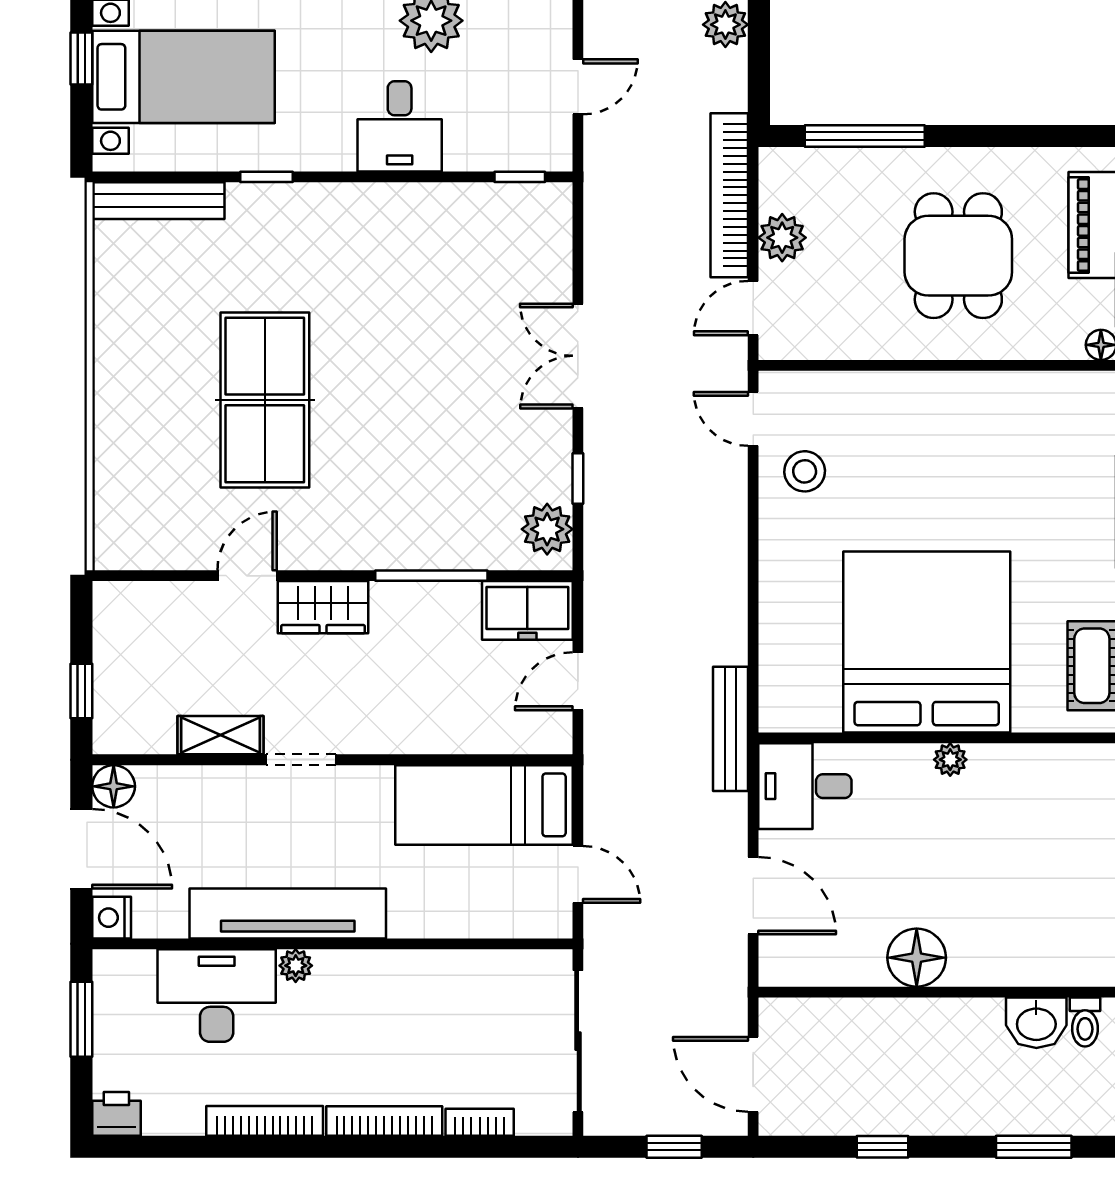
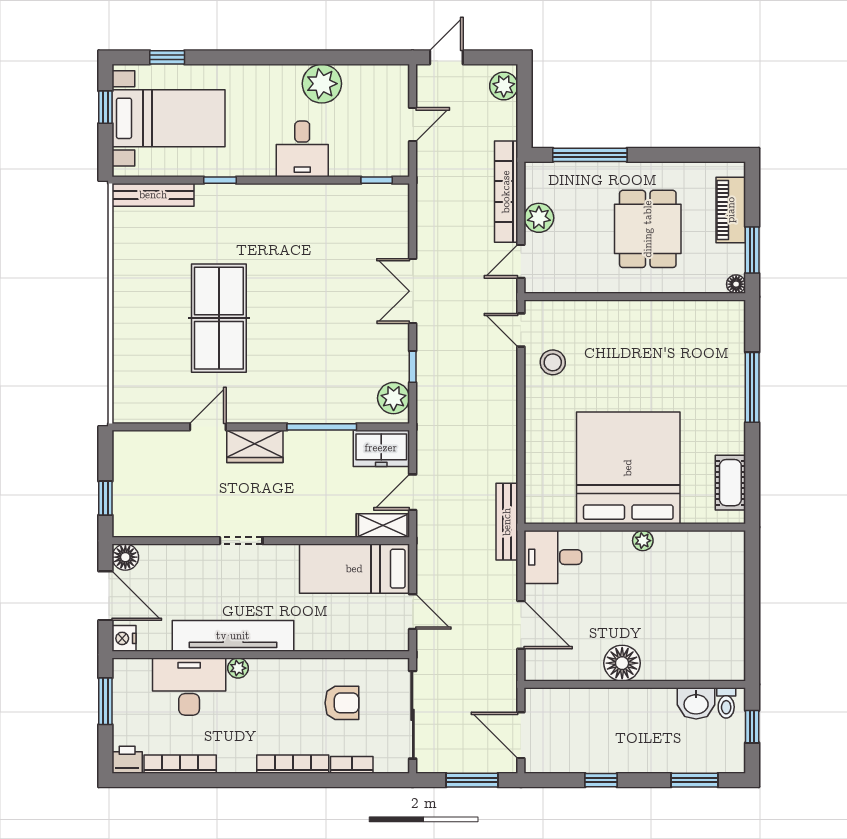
shelving: (221, 735) -> (383, 526), moved
armchair: (464, 1022) -> (342, 703), added
bookcase: (265, 1121) -> (180, 764), moved
window: (674, 1147) -> (472, 780), width x1.50

